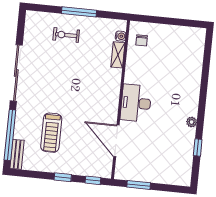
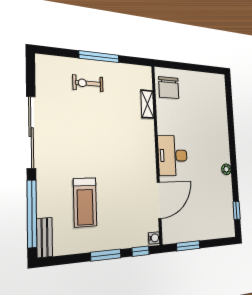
water cooler: (121, 36) -> (154, 238), moved
chair: (142, 40) -> (169, 88), width x1.87, depth x1.87
door: (116, 141) -> (159, 200), swing flipped
window: (198, 147) -> (237, 210), moved
window: (63, 177) -> (106, 255), width x1.50

